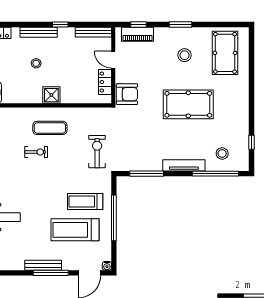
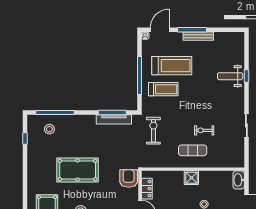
armchair: (127, 94) -> (129, 179), turned 90
exercise bike: (97, 152) -> (153, 131), turned 180
tv unit: (184, 165) -> (114, 119), moved

